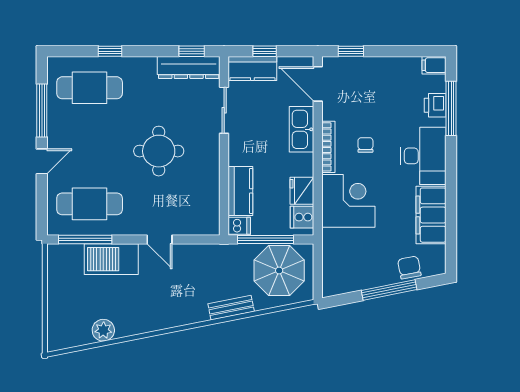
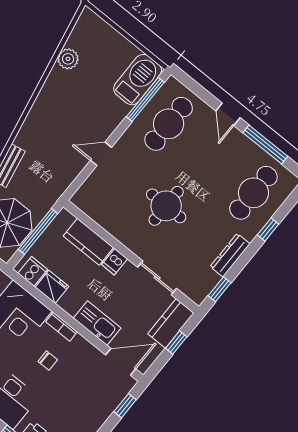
dresser: (189, 67) -> (230, 255), moved, width x0.73, depth x0.80
bookcase: (328, 147) -> (62, 327), width x0.64
dishwasher: (239, 226) -> (115, 262), moved
barbecue: (111, 259) -> (138, 80), moved

